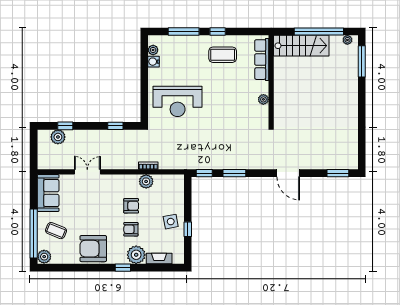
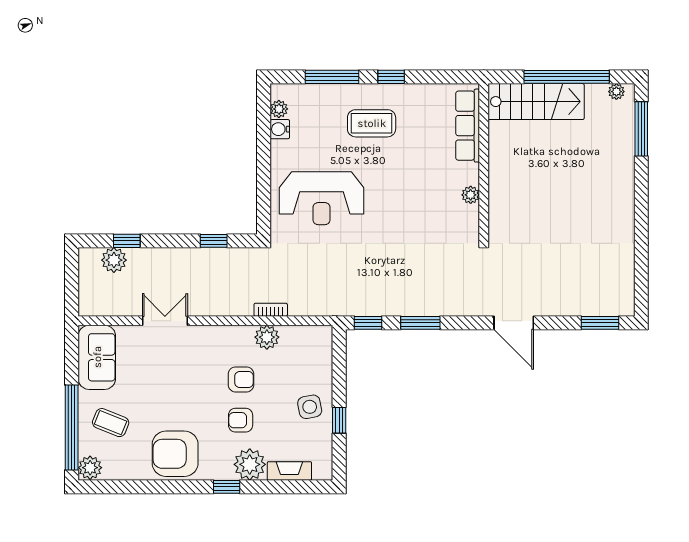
coffee table: (223, 55) -> (372, 123), moved

